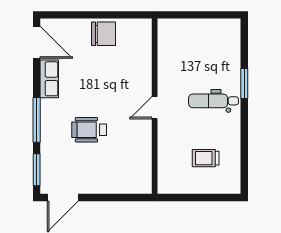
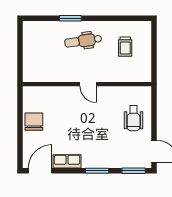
dental chair: (214, 101) -> (83, 41), turned 82
window: (37, 120) -> (97, 171), width x0.69
wheelchair: (89, 130) -> (134, 118), moved

